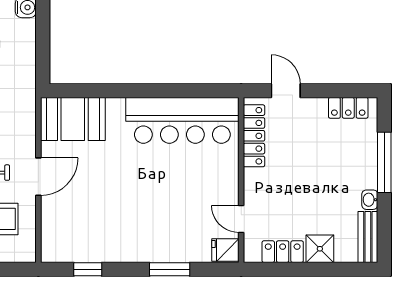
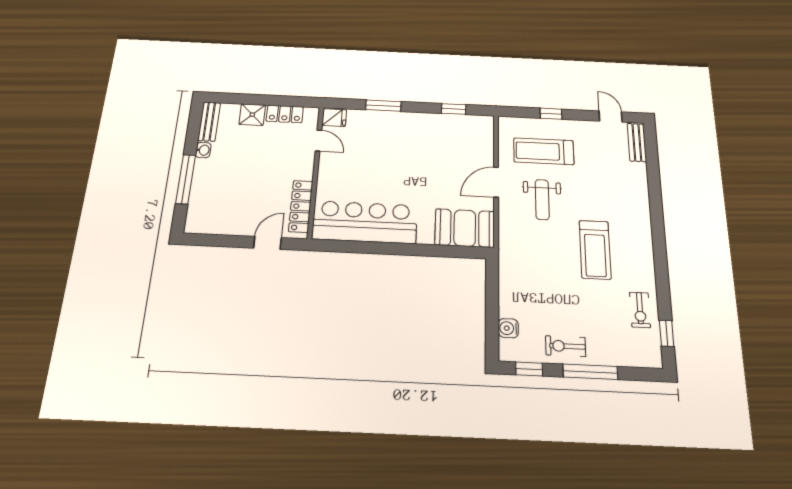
door: (286, 91) -> (267, 243), swing flipped
locker: (348, 108) -> (212, 226), removed

